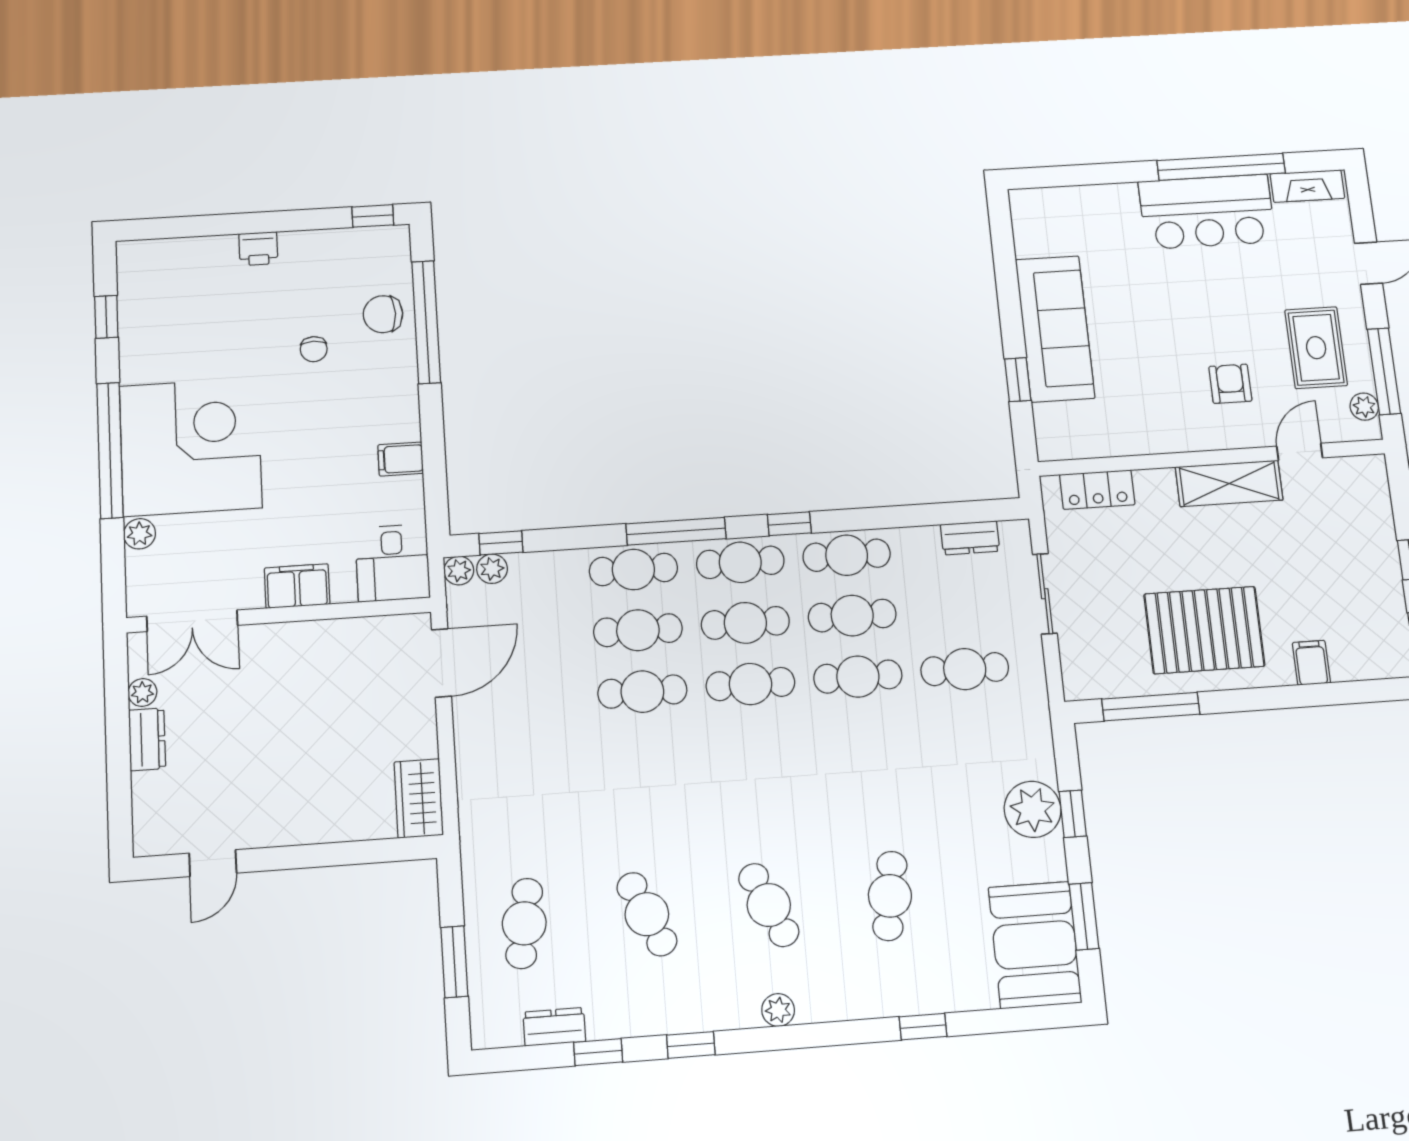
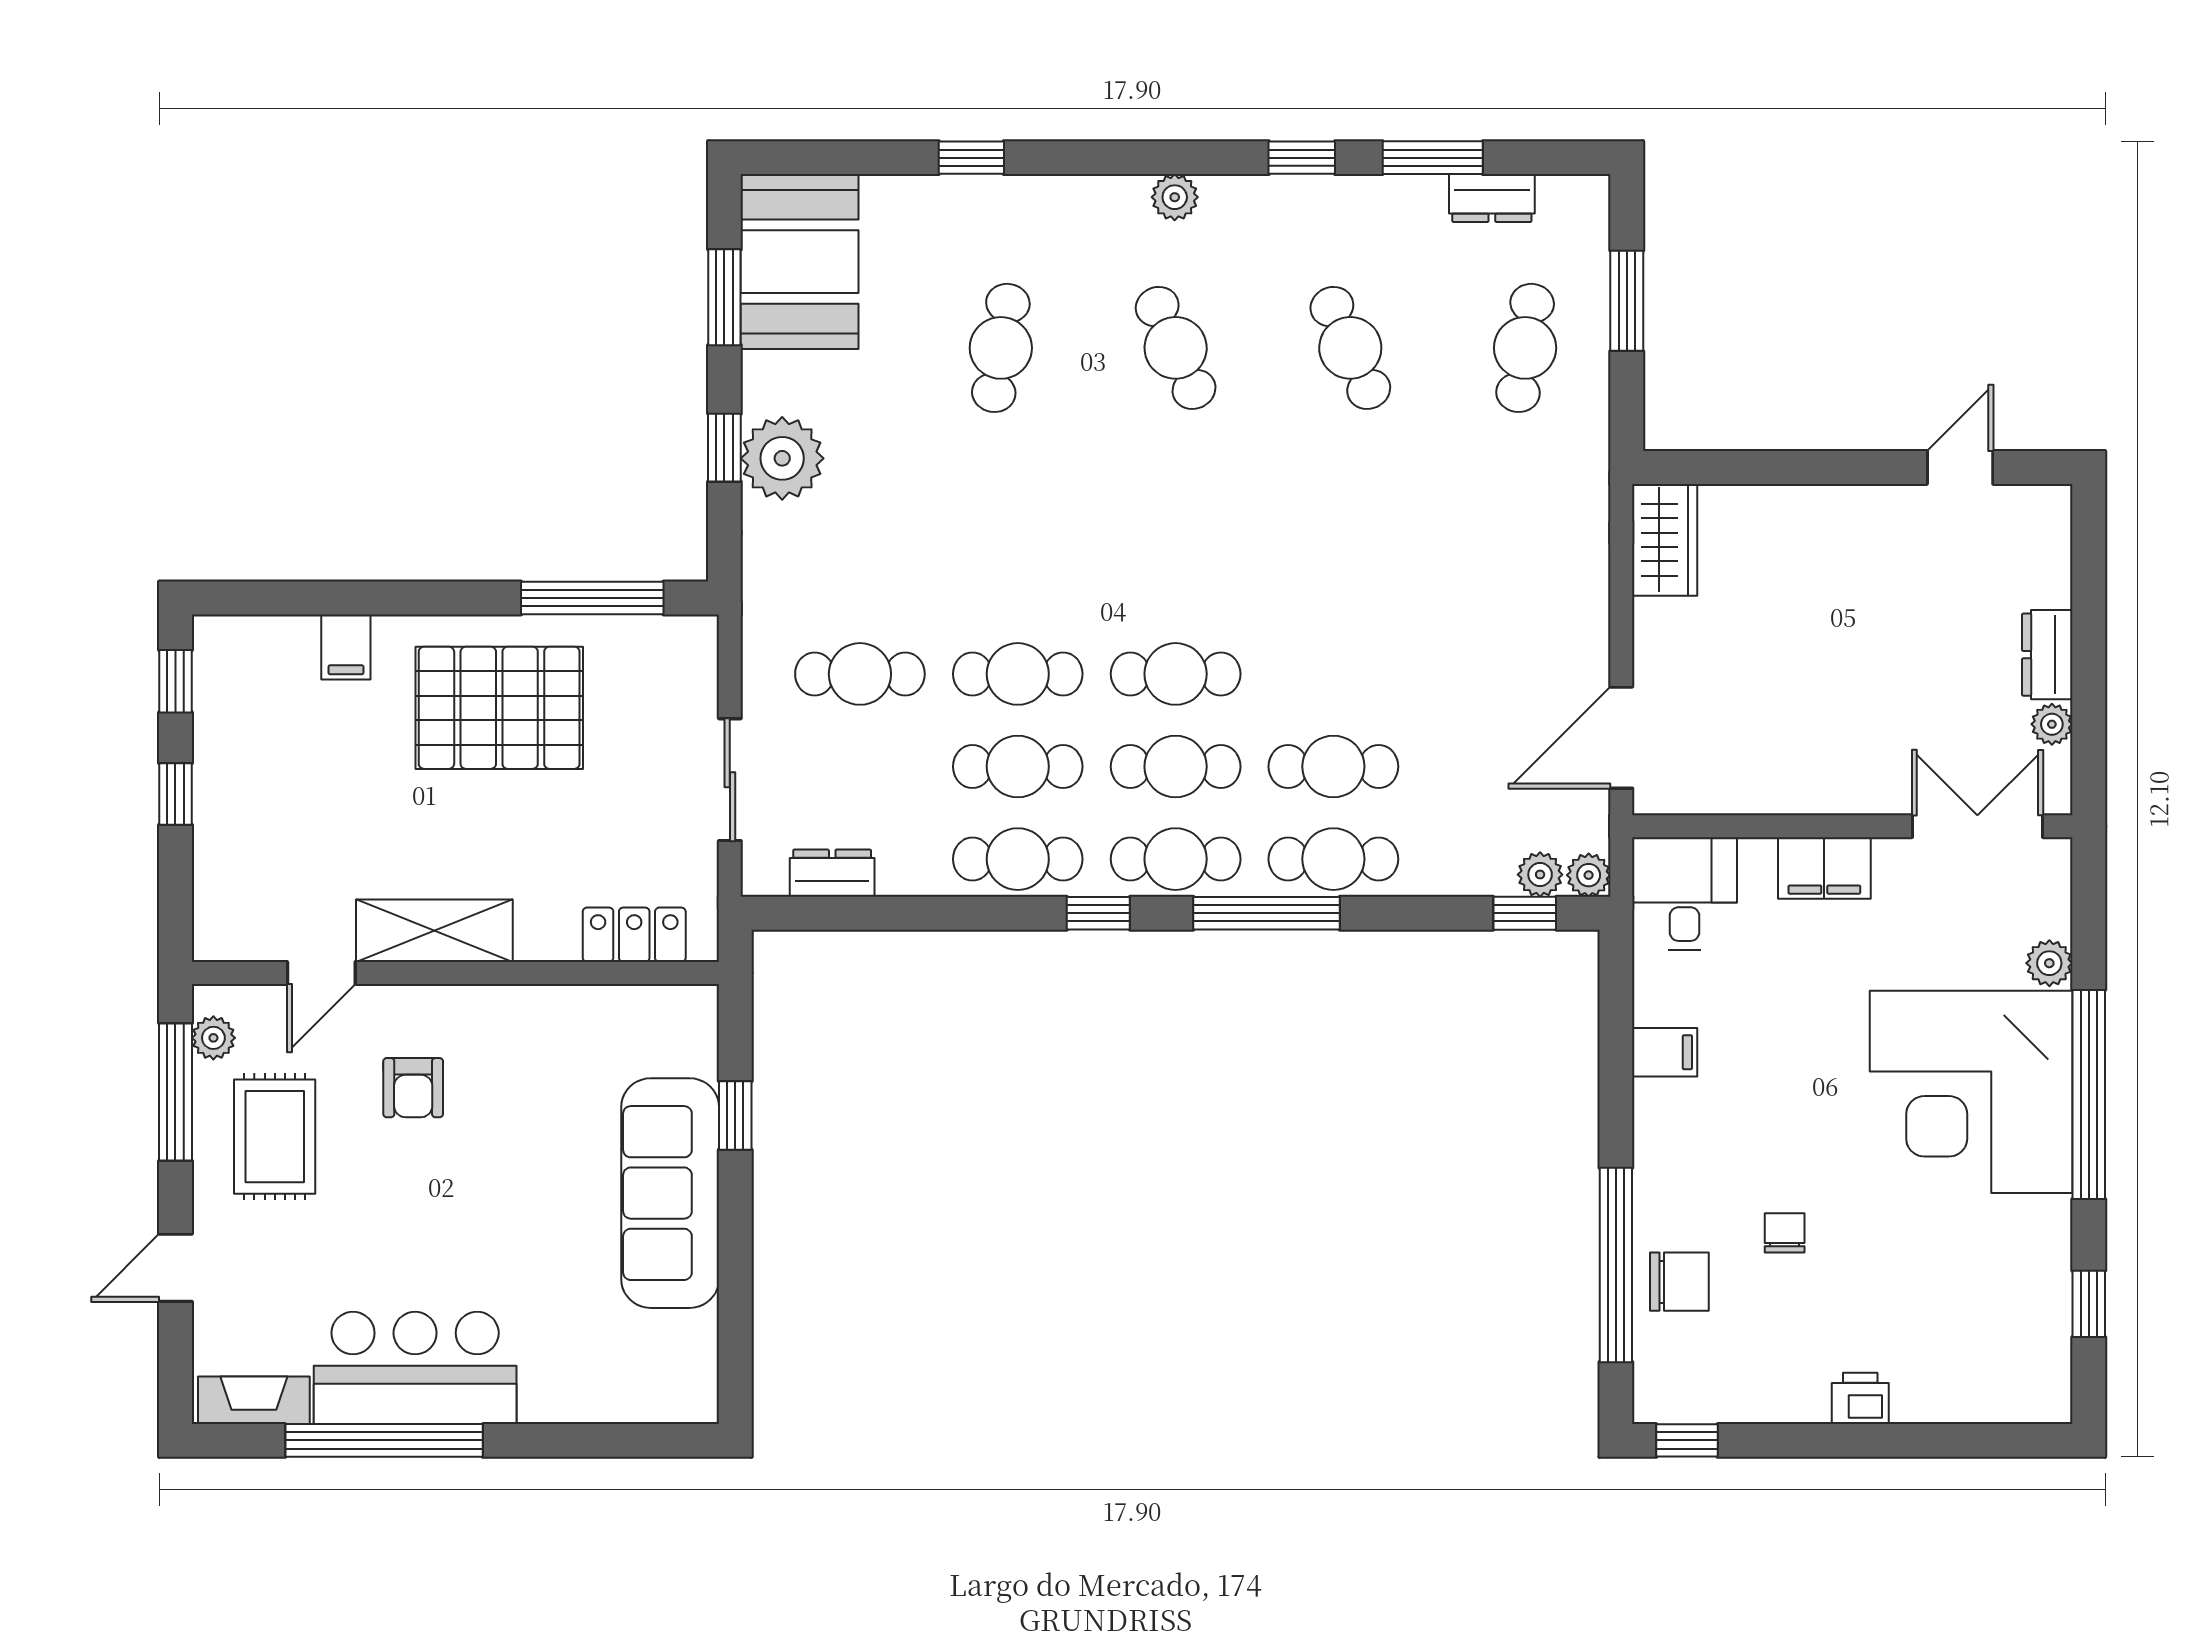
cafe table: (642, 692) -> (1333, 674), removed
window: (598, 1052) -> (1433, 158), width x1.50

